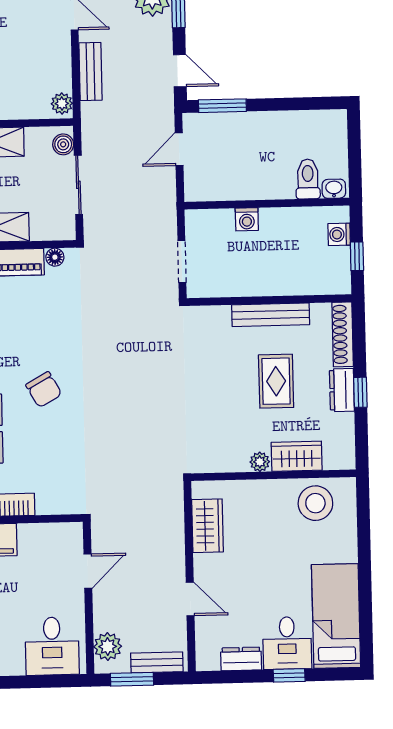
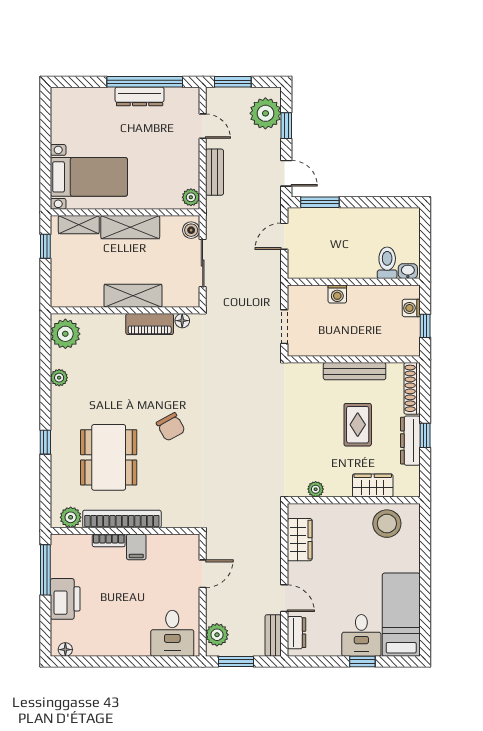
dresser: (342, 390) -> (410, 441), width x1.44
plant: (260, 462) -> (316, 489), moved
dresser: (241, 659) -> (296, 633), moved, turned 90
bench: (157, 662) -> (273, 636), moved, turned 90

